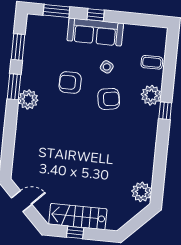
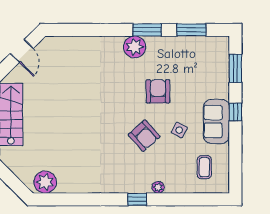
sofa: (95, 32) -> (216, 121), width x0.73
coffee table: (152, 62) -> (204, 167), moved
plant: (151, 95) -> (158, 187), width x0.53, depth x0.53
armchair: (109, 99) -> (144, 136), turned -33

